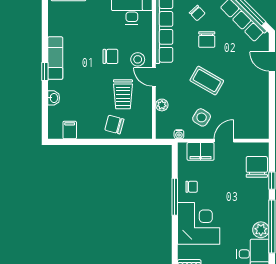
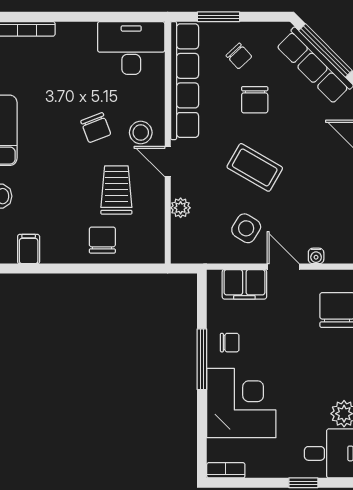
chair: (110, 56) -> (96, 128), turned 69
trolley: (123, 94) -> (116, 190), turned 180
chair: (114, 125) -> (102, 240), turned 75
water cooler: (179, 134) -> (316, 256), moved
door: (224, 141) -> (283, 267), hinge flipped

